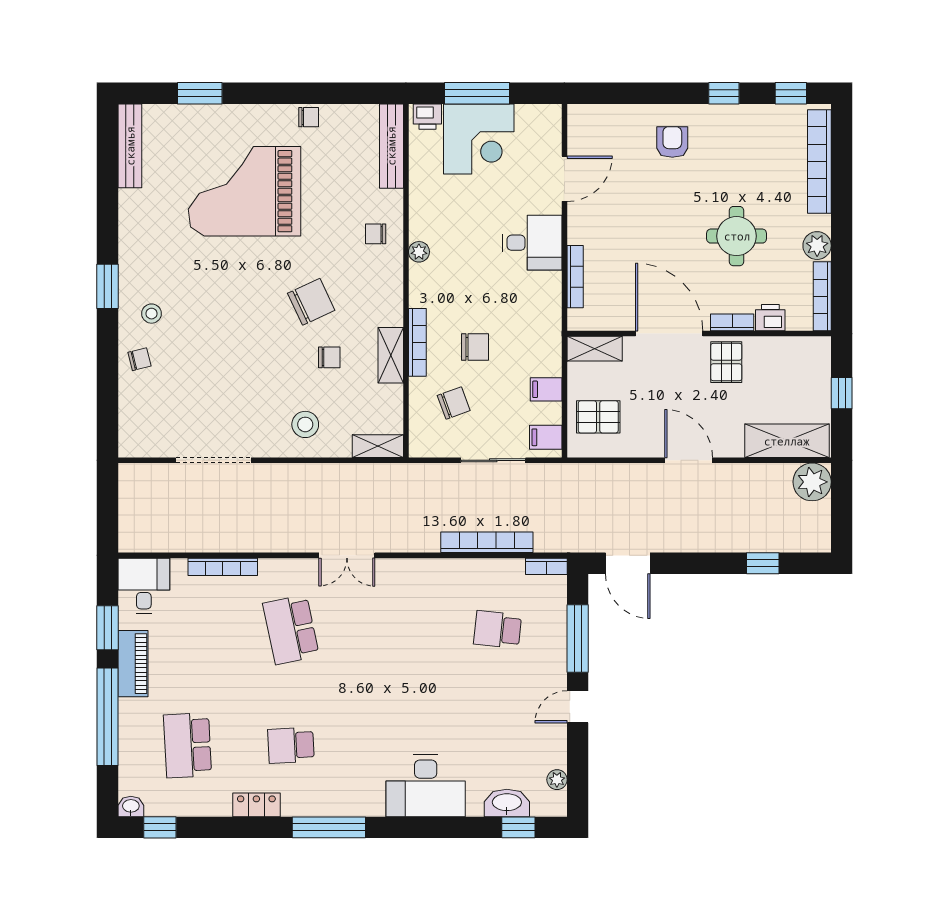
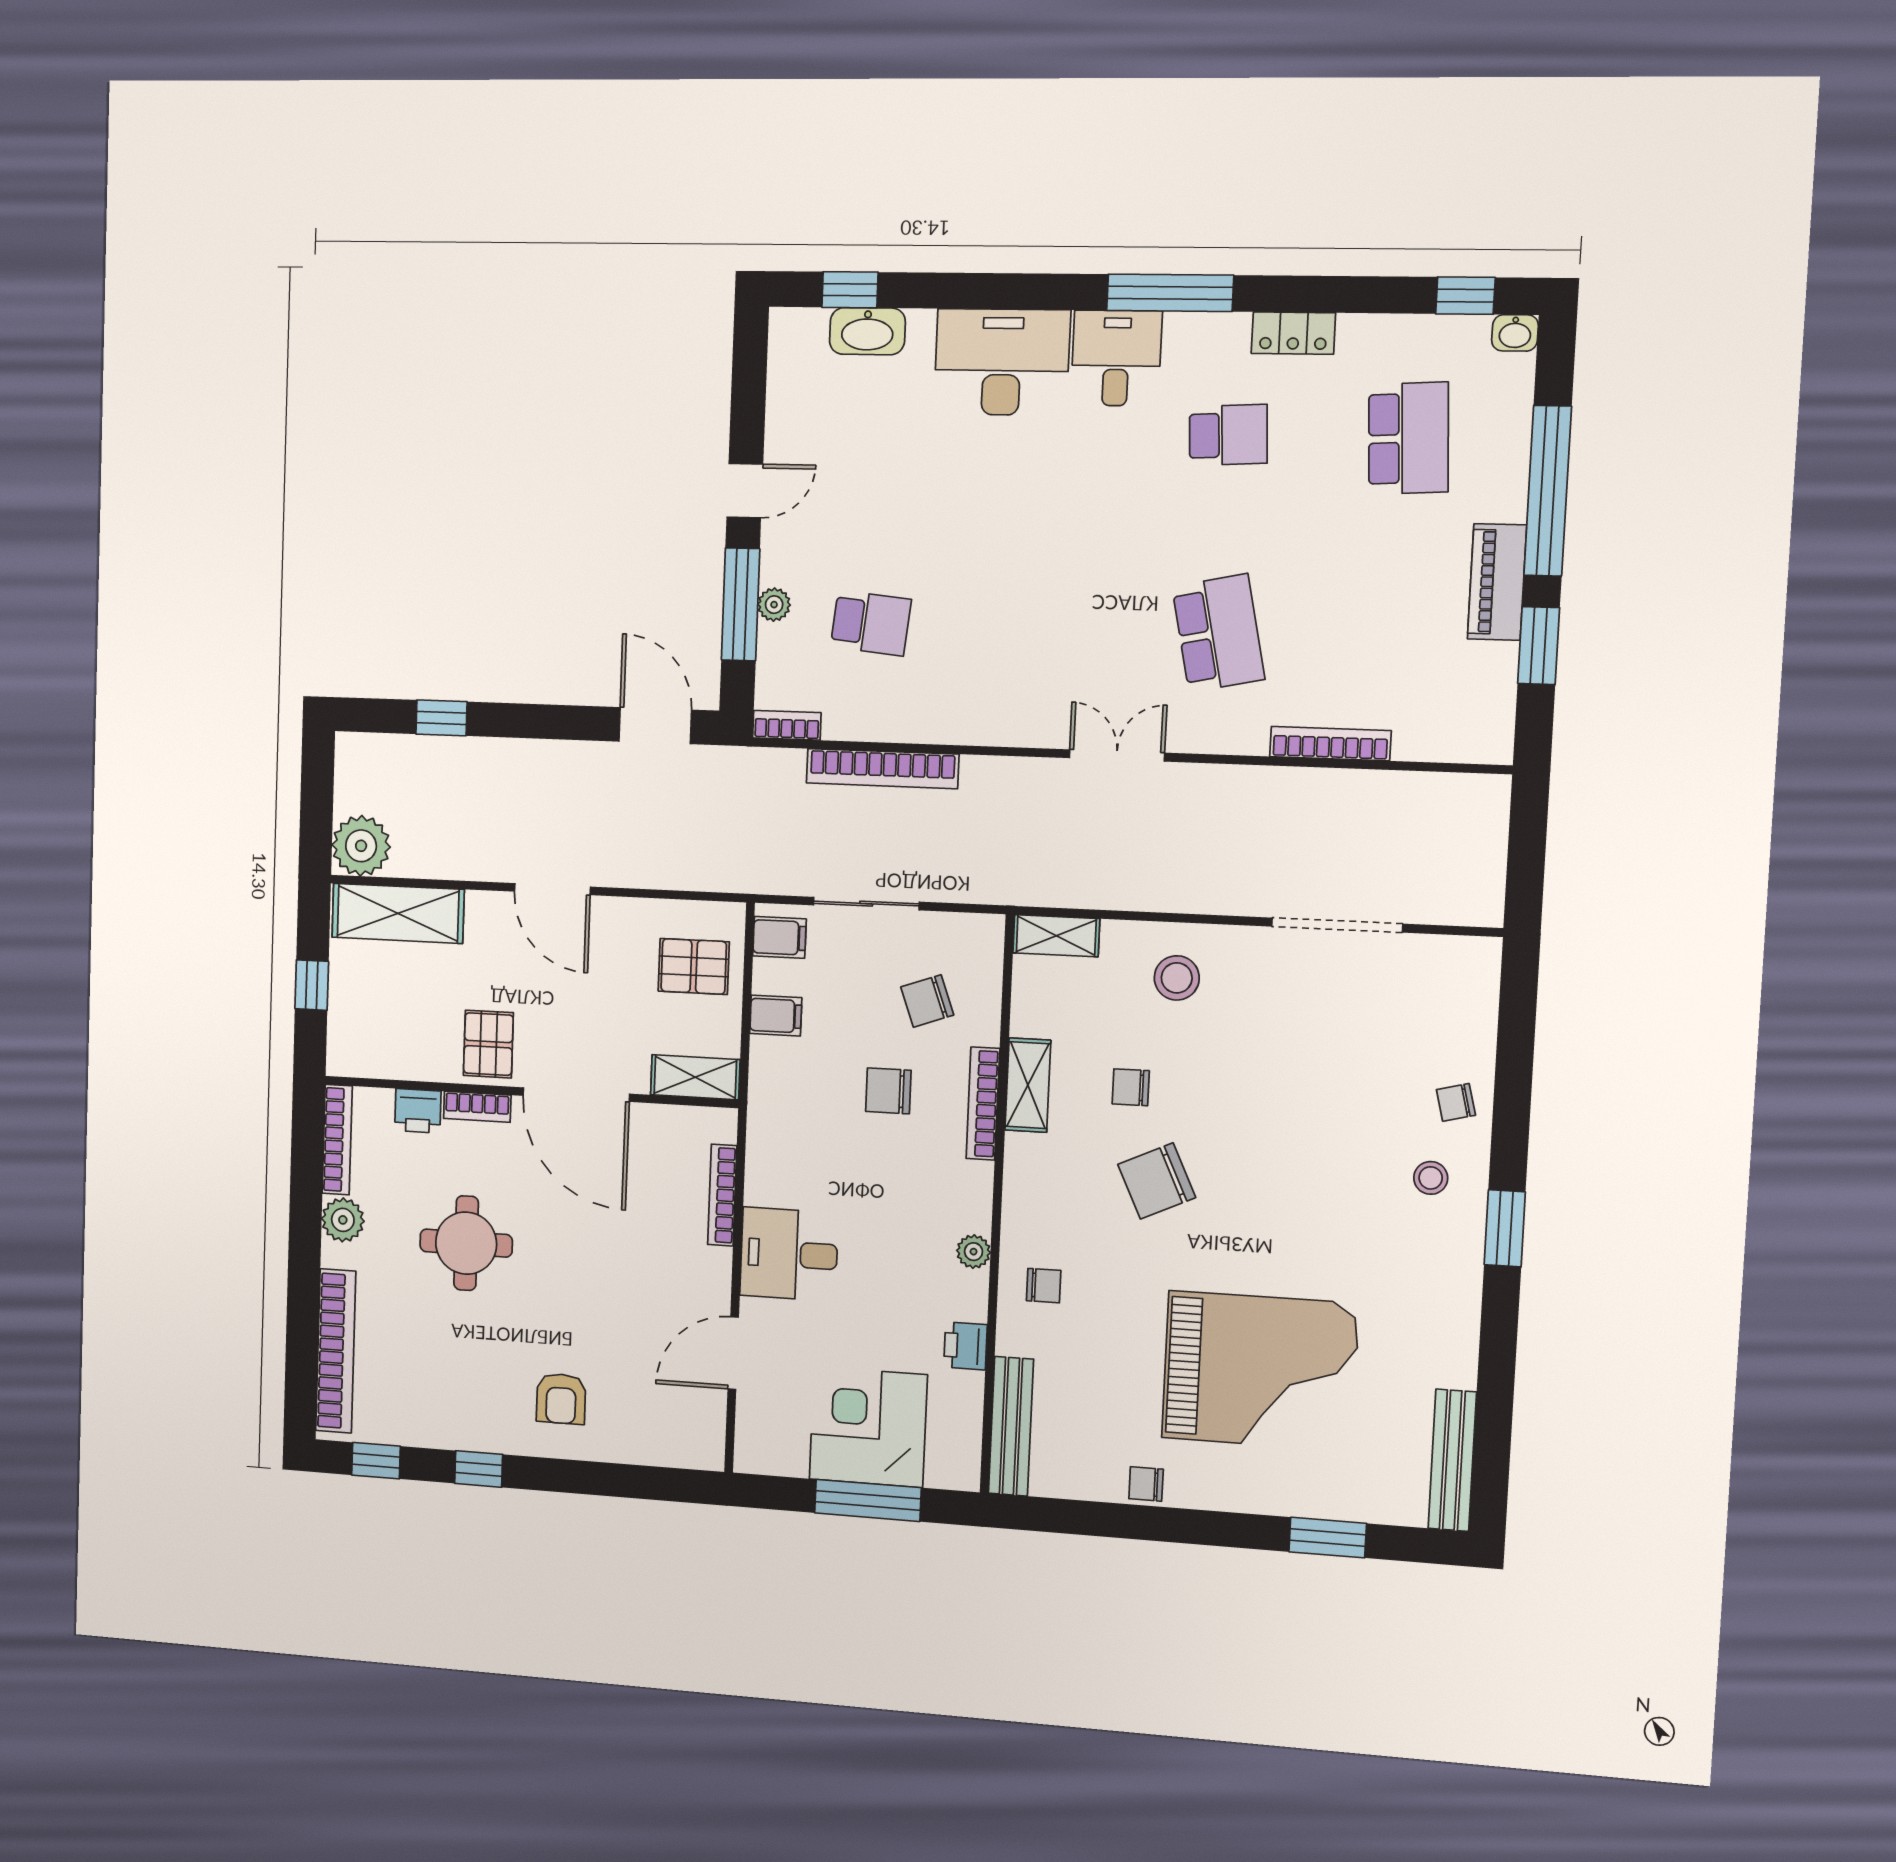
printer: (427, 117) -> (965, 1346), moved, turned -90
desk: (144, 586) -> (1116, 358), moved, turned 180
plant: (557, 780) -> (774, 605), moved

